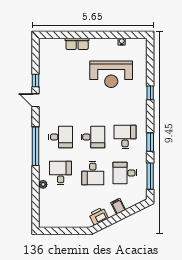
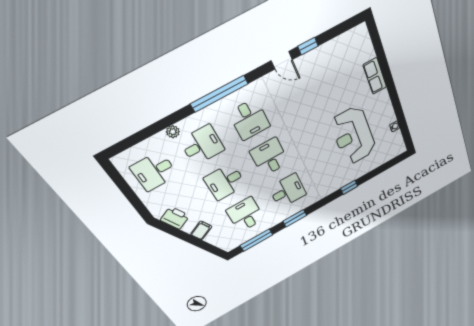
door: (36, 100) -> (282, 60), swing flipped
desk: (93, 137) -> (270, 157), turned 180
desk: (61, 209) -> (154, 171), added

